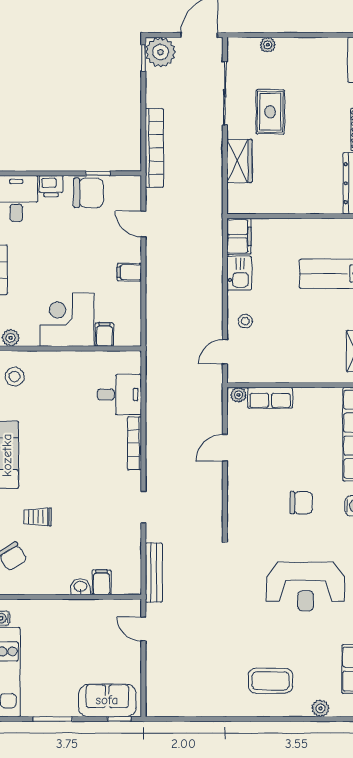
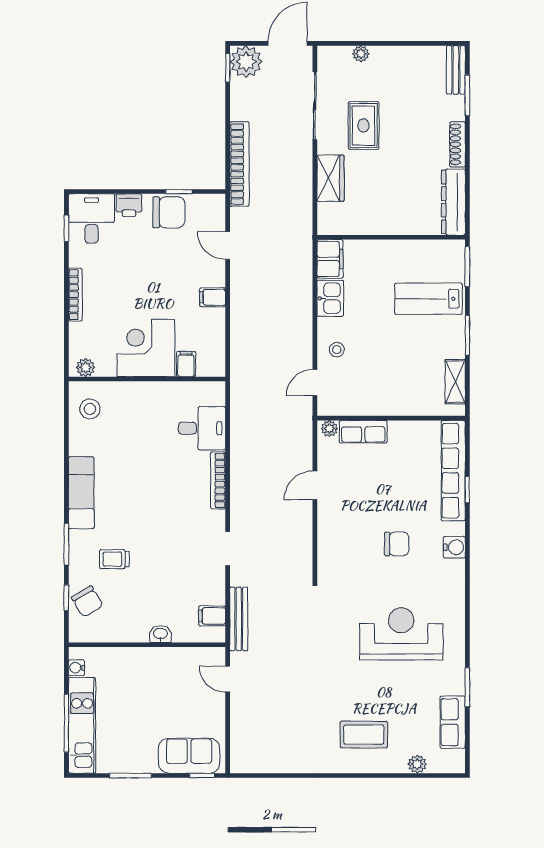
filing cabinet: (102, 582) -> (212, 616), moved, turned -90
reception desk: (306, 587) -> (401, 634), turned 180

